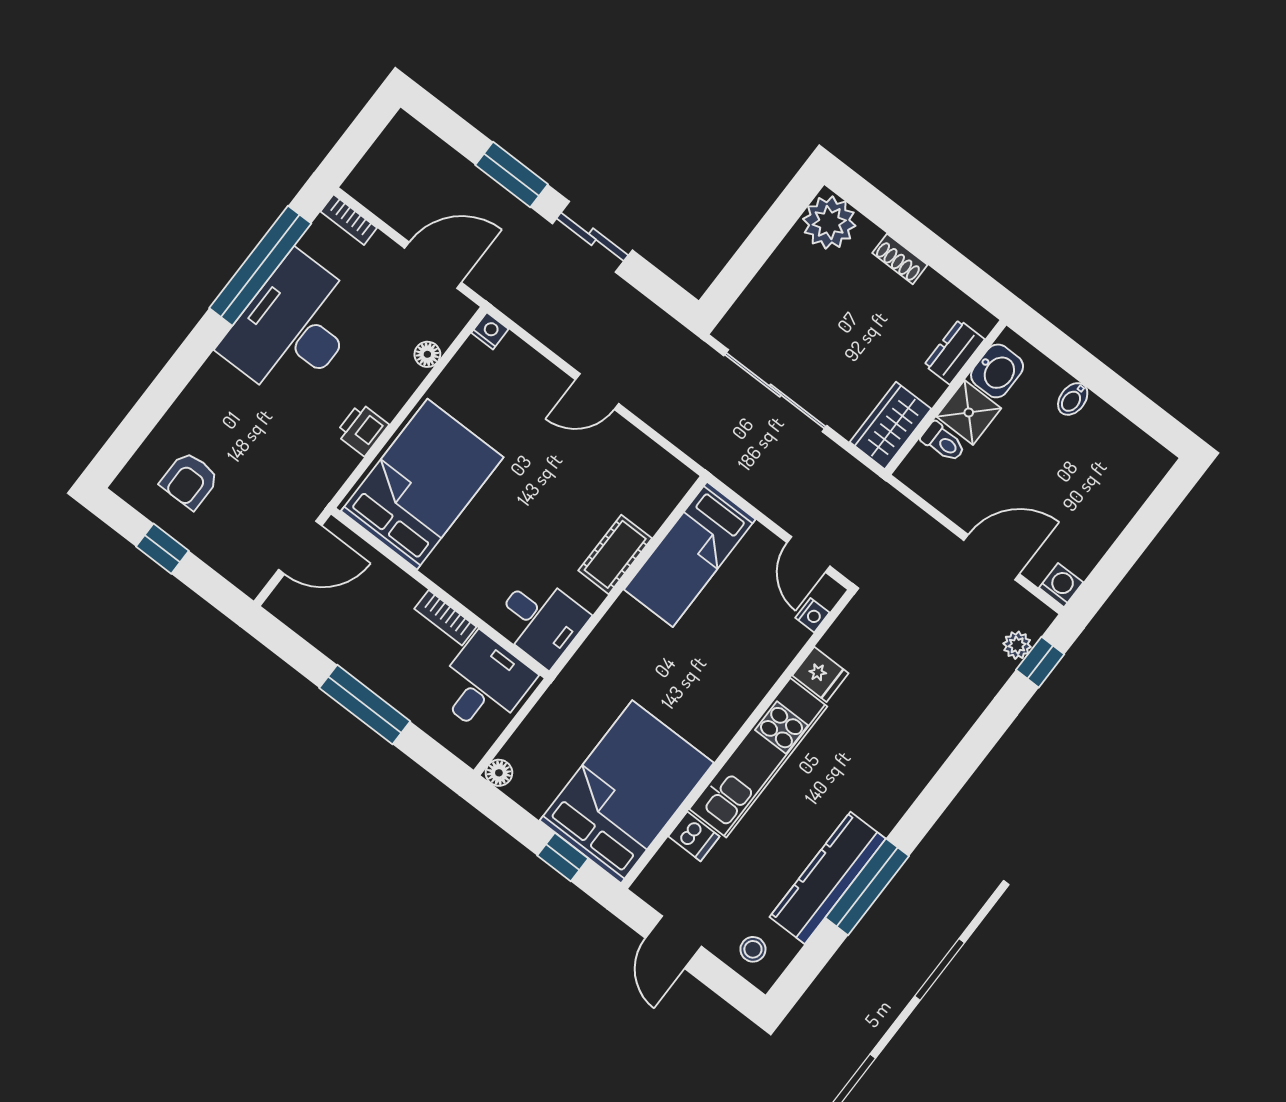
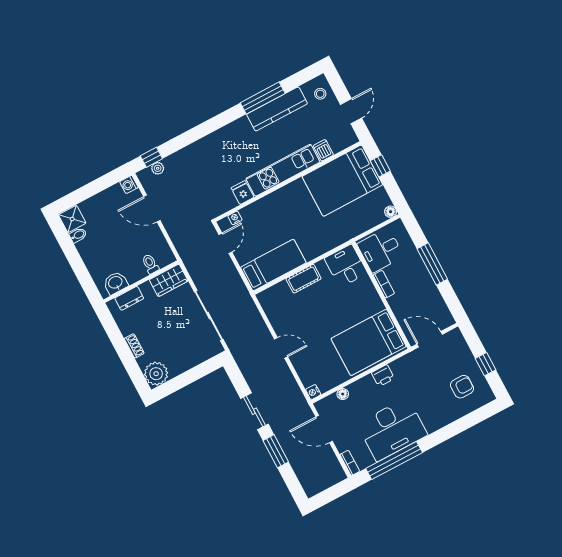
bidet: (1073, 399) -> (78, 235), moved
shower: (969, 412) -> (72, 219), moved

